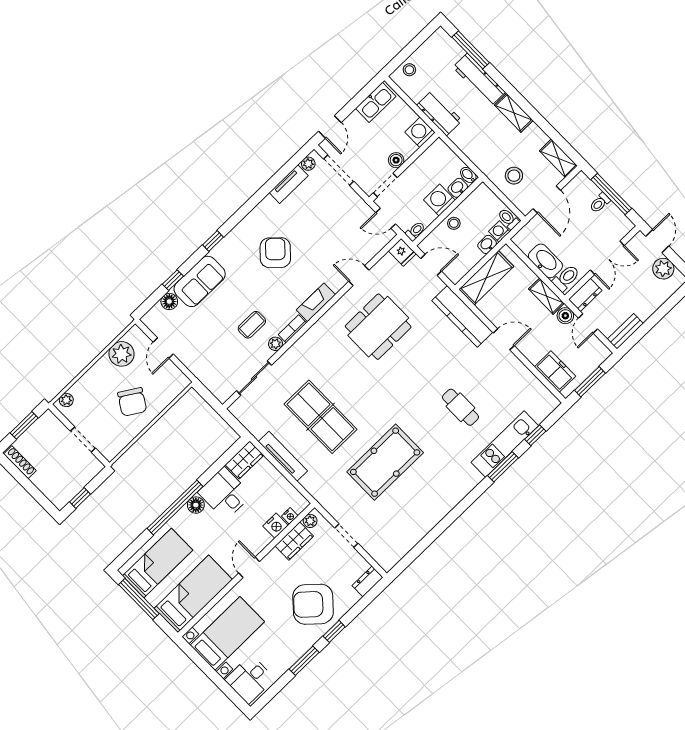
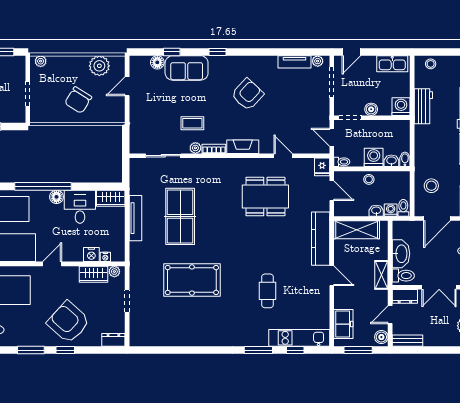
boiler: (565, 316) -> (381, 337), moved
kitchen unit: (505, 444) -> (299, 338), moved

